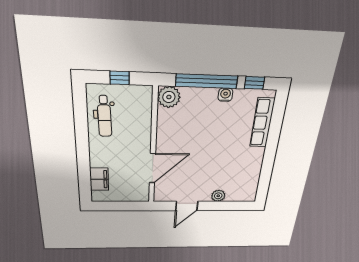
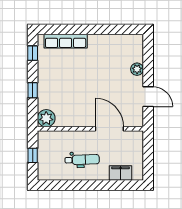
window: (207, 81) -> (33, 90), width x0.32
water cooler: (225, 95) -> (43, 75), removed
dental chair: (104, 116) -> (82, 160), moved

